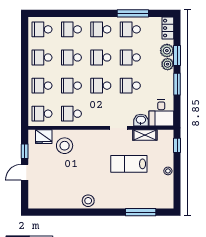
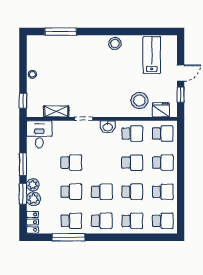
school desk: (101, 86) -> (102, 163), removed
washbasin: (141, 120) -> (108, 127), moved
lab bench: (129, 164) -> (152, 55), moved, turned -90

